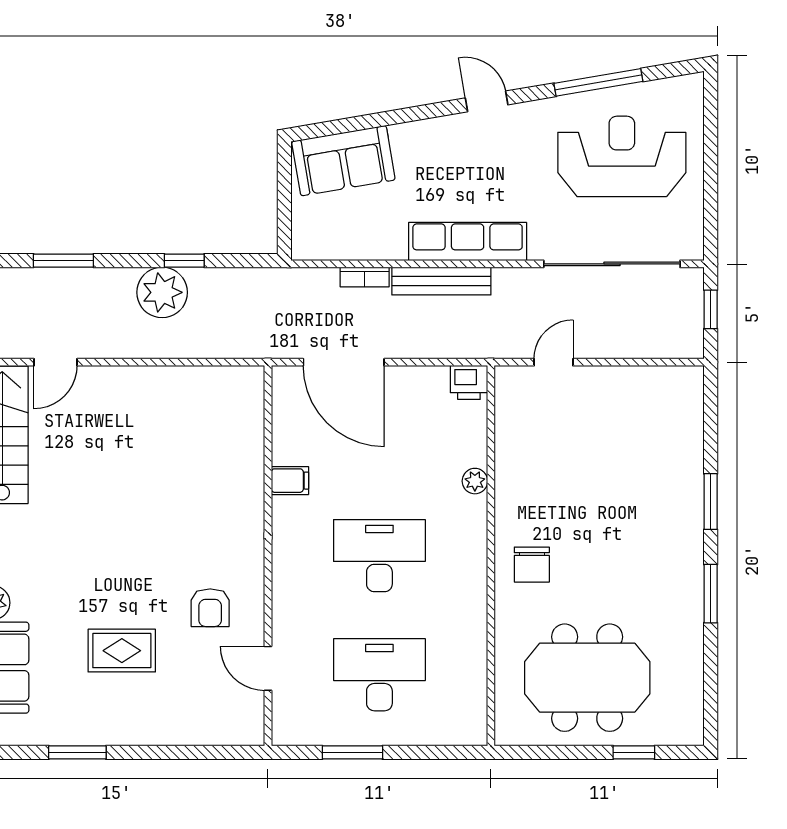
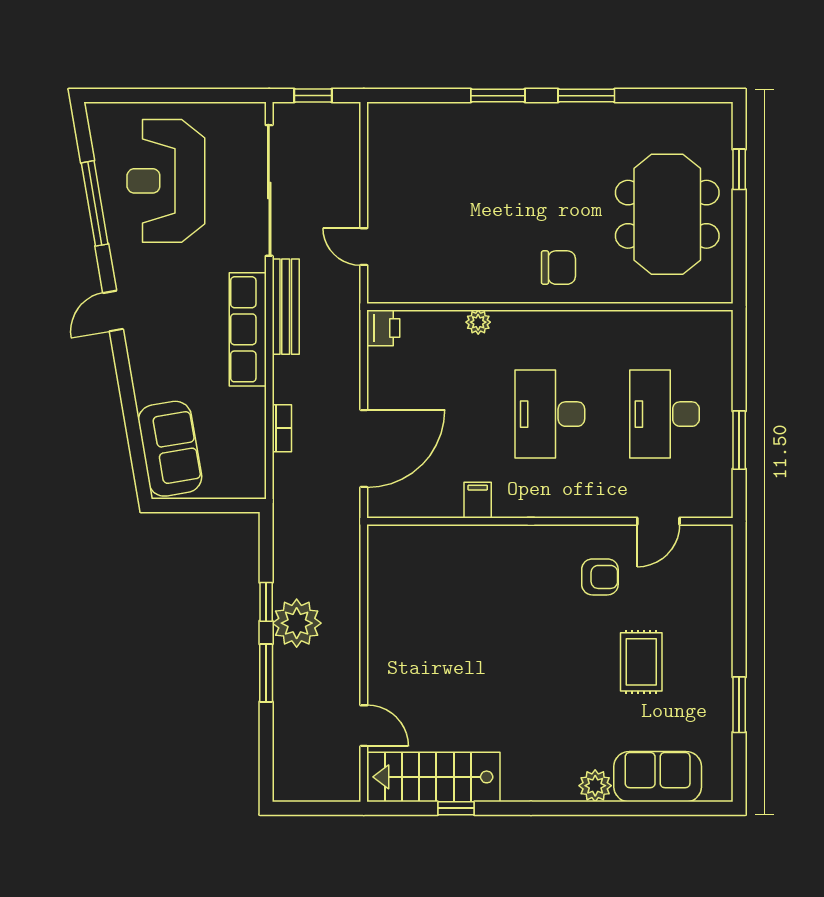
window: (63, 261) -> (266, 673), moved
bench: (441, 281) -> (286, 307), moved

